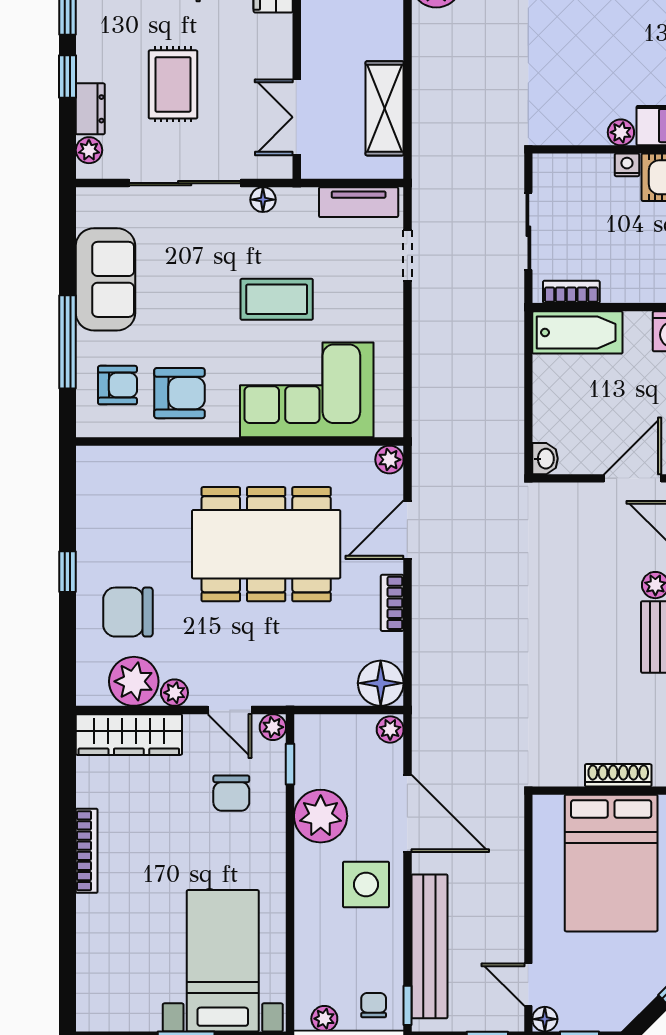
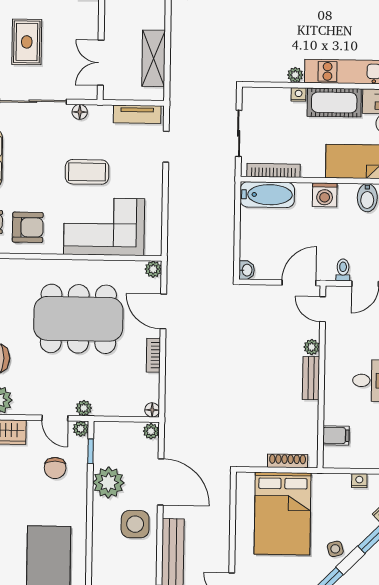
bookcase: (571, 292) -> (273, 170), width x1.56
door: (407, 530) -> (163, 311), hinge flipped
floor lamp: (381, 683) -> (152, 410), width x0.53, depth x0.53
plant: (174, 693) -> (84, 408), moved

